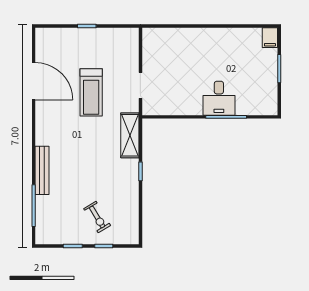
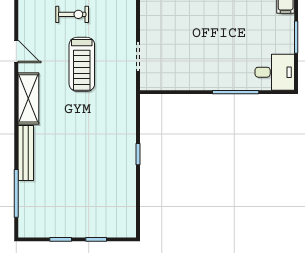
door: (34, 81) -> (16, 51), width x0.53
desk: (219, 98) -> (275, 72), moved, turned -90
shelving: (130, 135) -> (28, 98), moved
exercise bike: (97, 217) -> (72, 14), moved, turned -59

